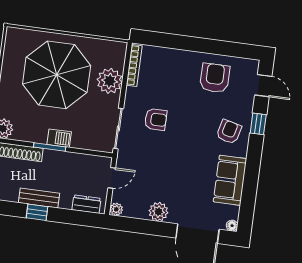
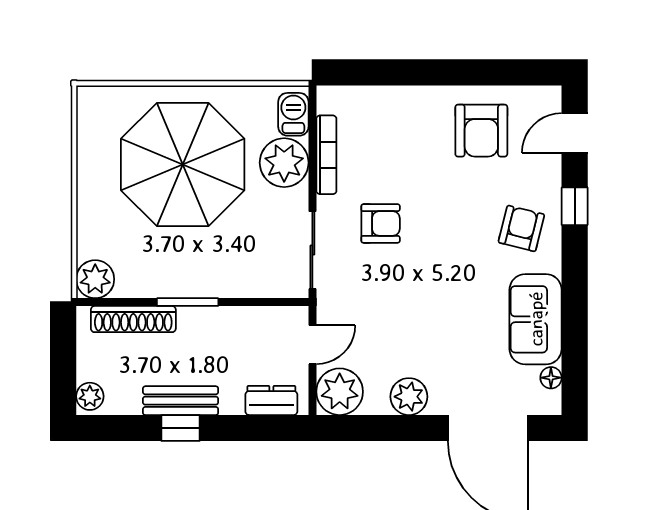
bookcase: (134, 66) -> (326, 155), moved
armchair: (215, 78) -> (481, 131), turned 180
door: (263, 86) -> (575, 133), swing flipped
barbecue: (59, 138) -> (293, 114), moved, turned -90
plant: (116, 209) -> (340, 392), width x1.88, depth x1.88
floor lamp: (232, 226) -> (551, 378), moved

